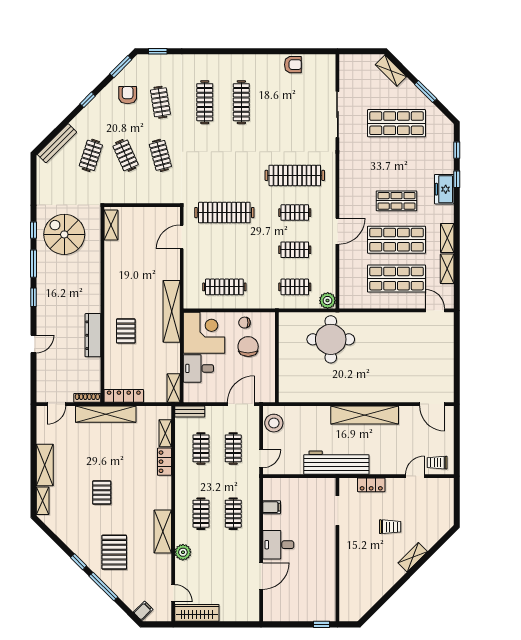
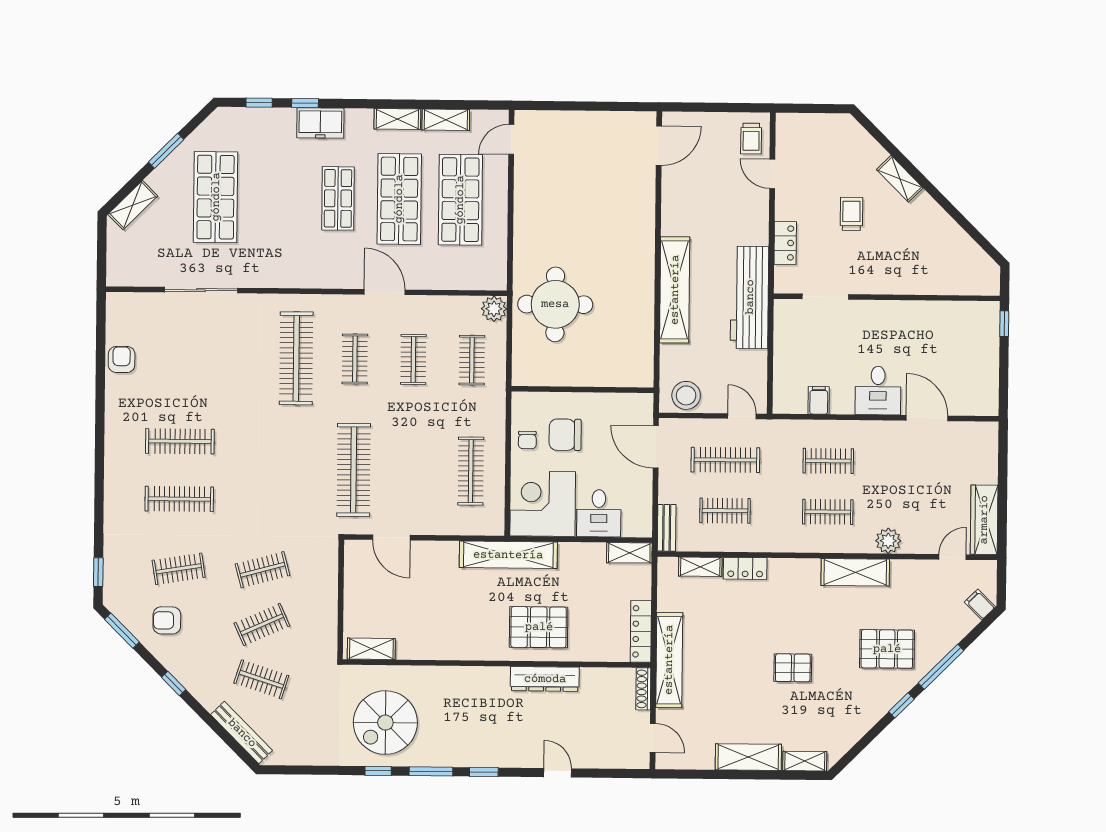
pallet: (126, 331) -> (539, 627), width x1.50, depth x1.42
shelving: (365, 415) -> (675, 290), moved
clothes rail: (233, 448) -> (725, 460), width x1.36

